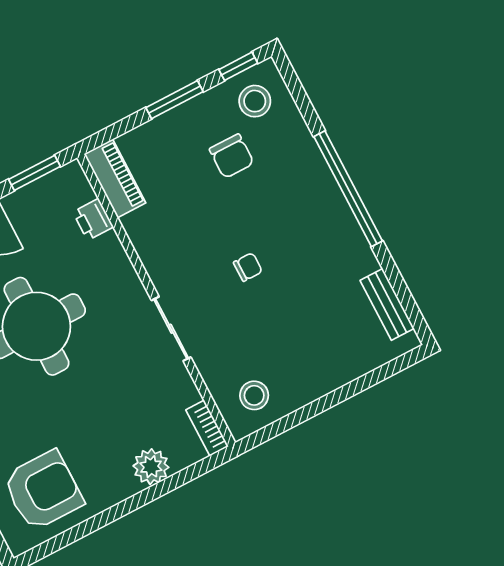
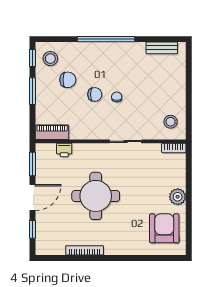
chair: (231, 222) -> (95, 94), added
plant: (151, 467) -> (178, 197), moved

